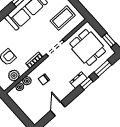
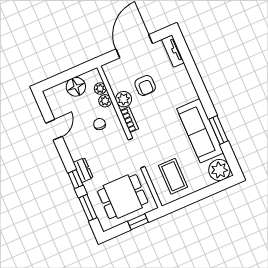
window: (109, 40) -> (138, 222), moved
plant: (14, 76) -> (124, 99), moved
floor lamp: (24, 104) -> (76, 87), added
door: (58, 109) -> (54, 130), hinge flipped

